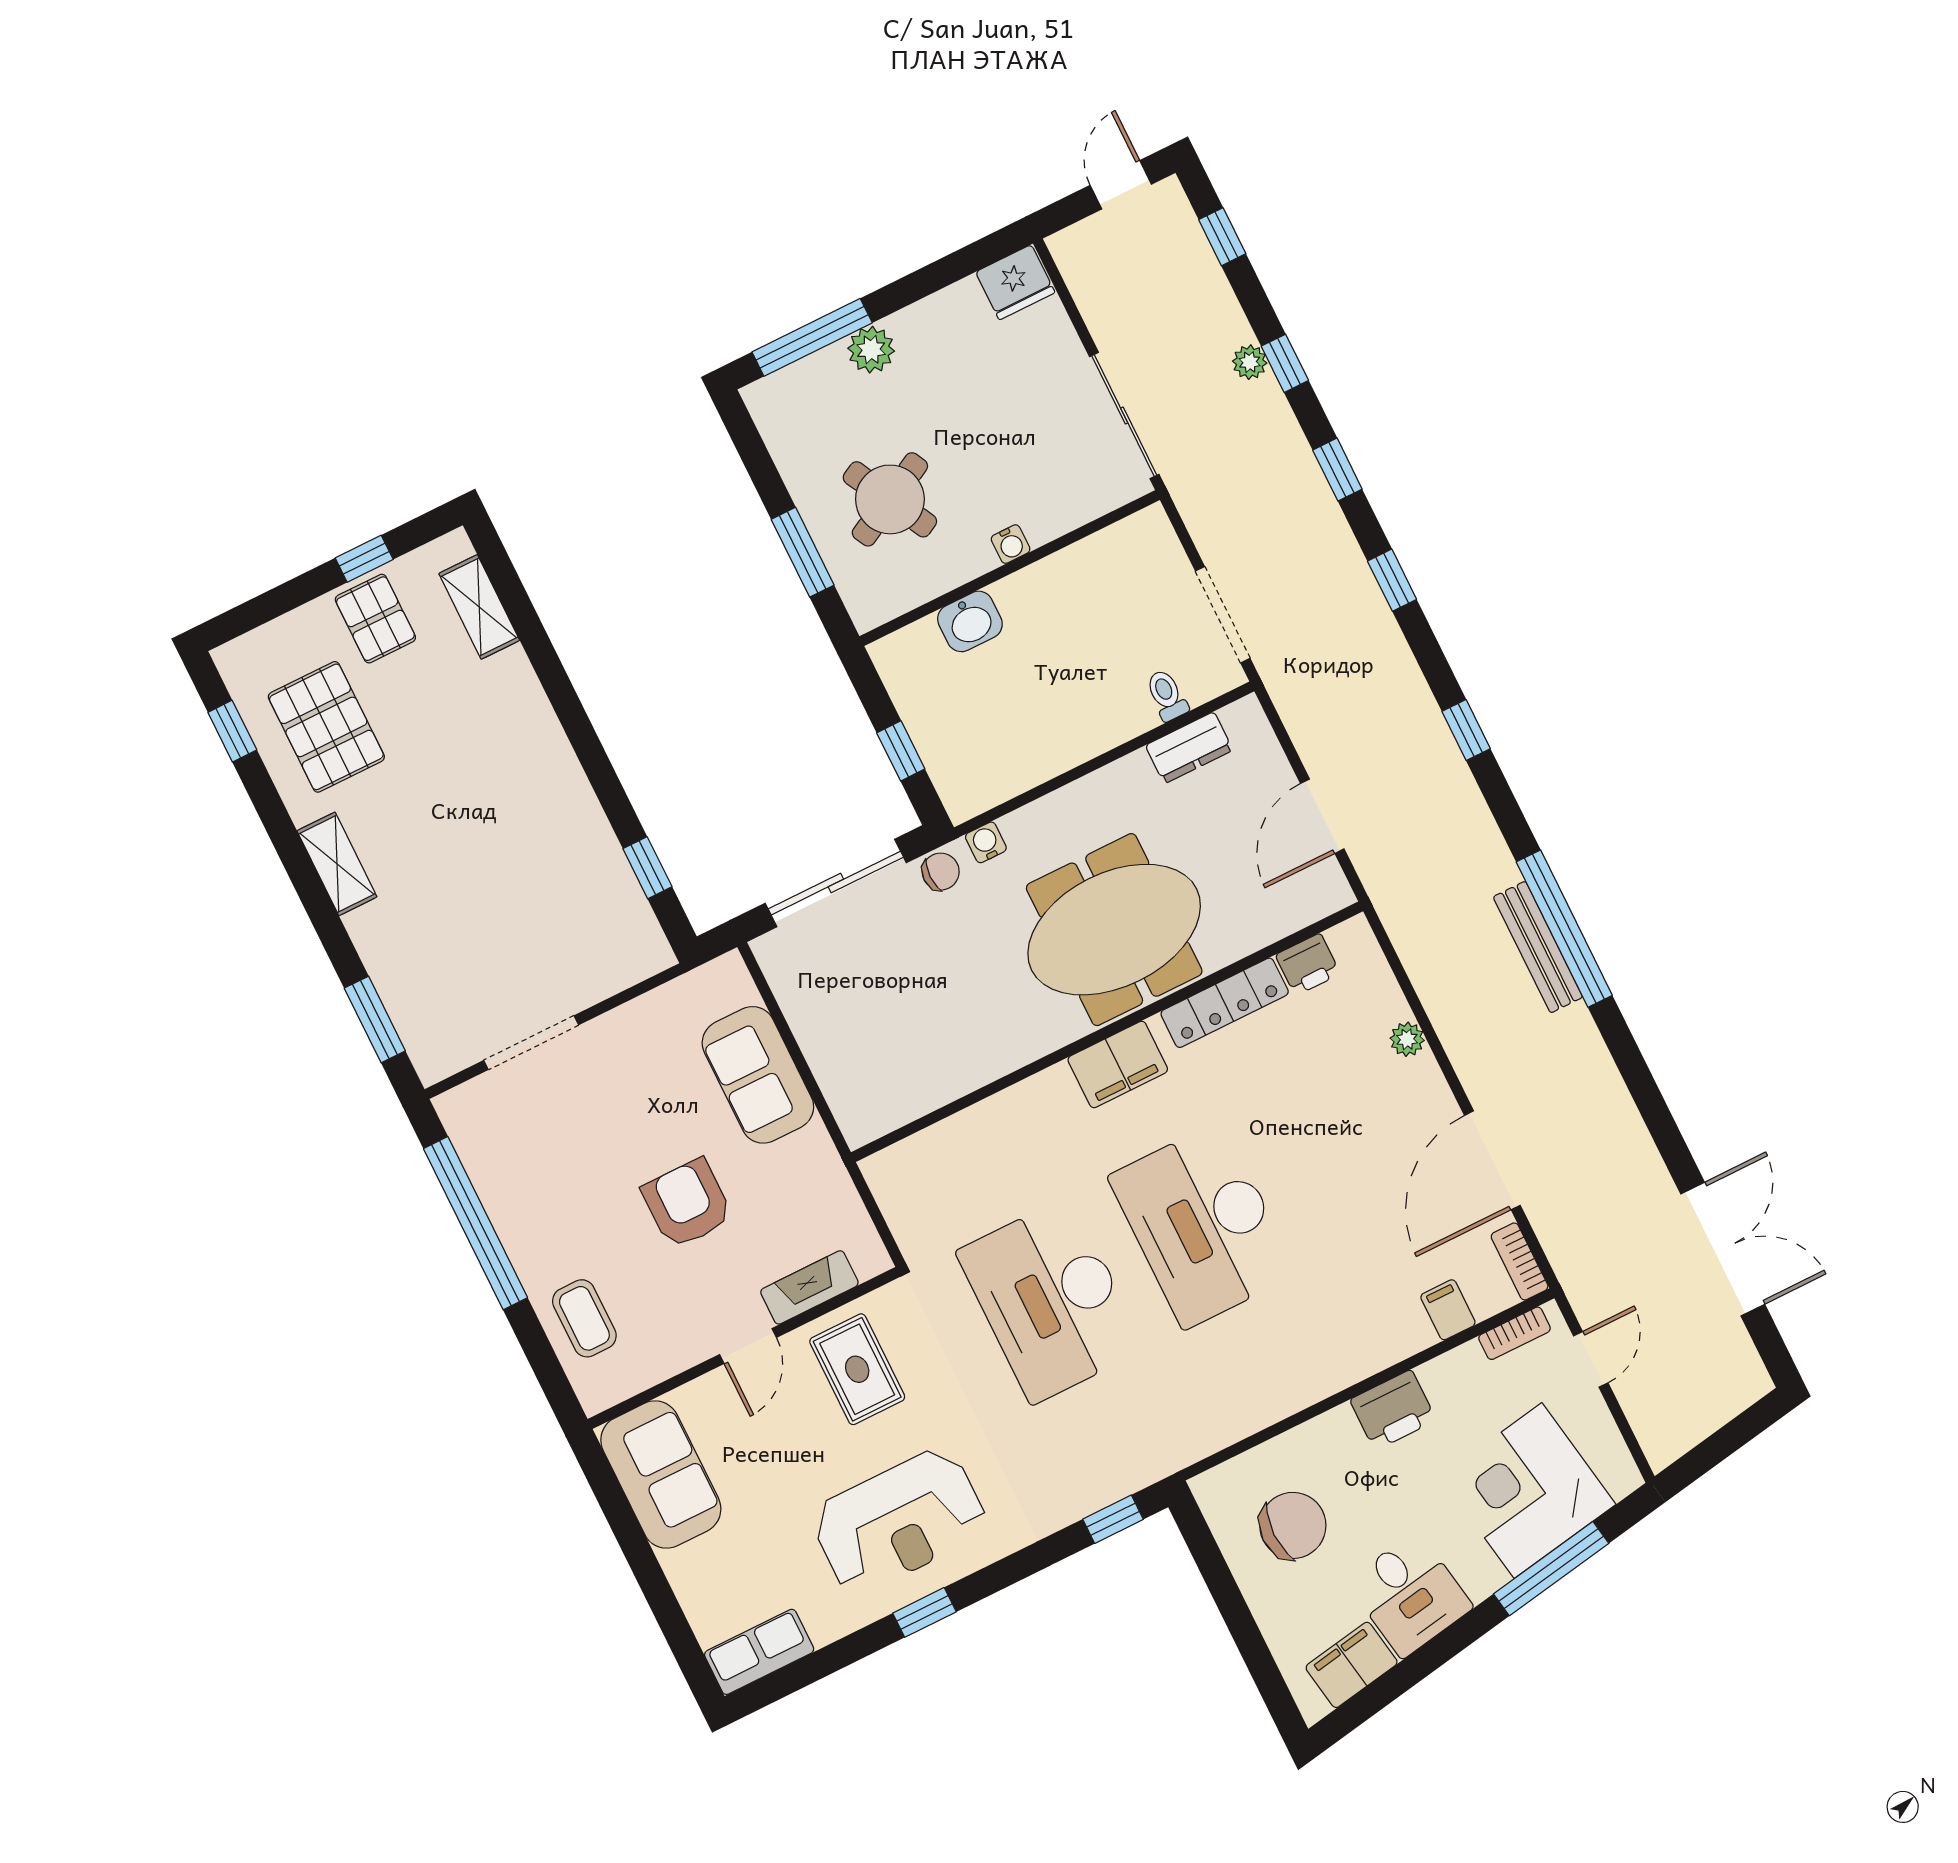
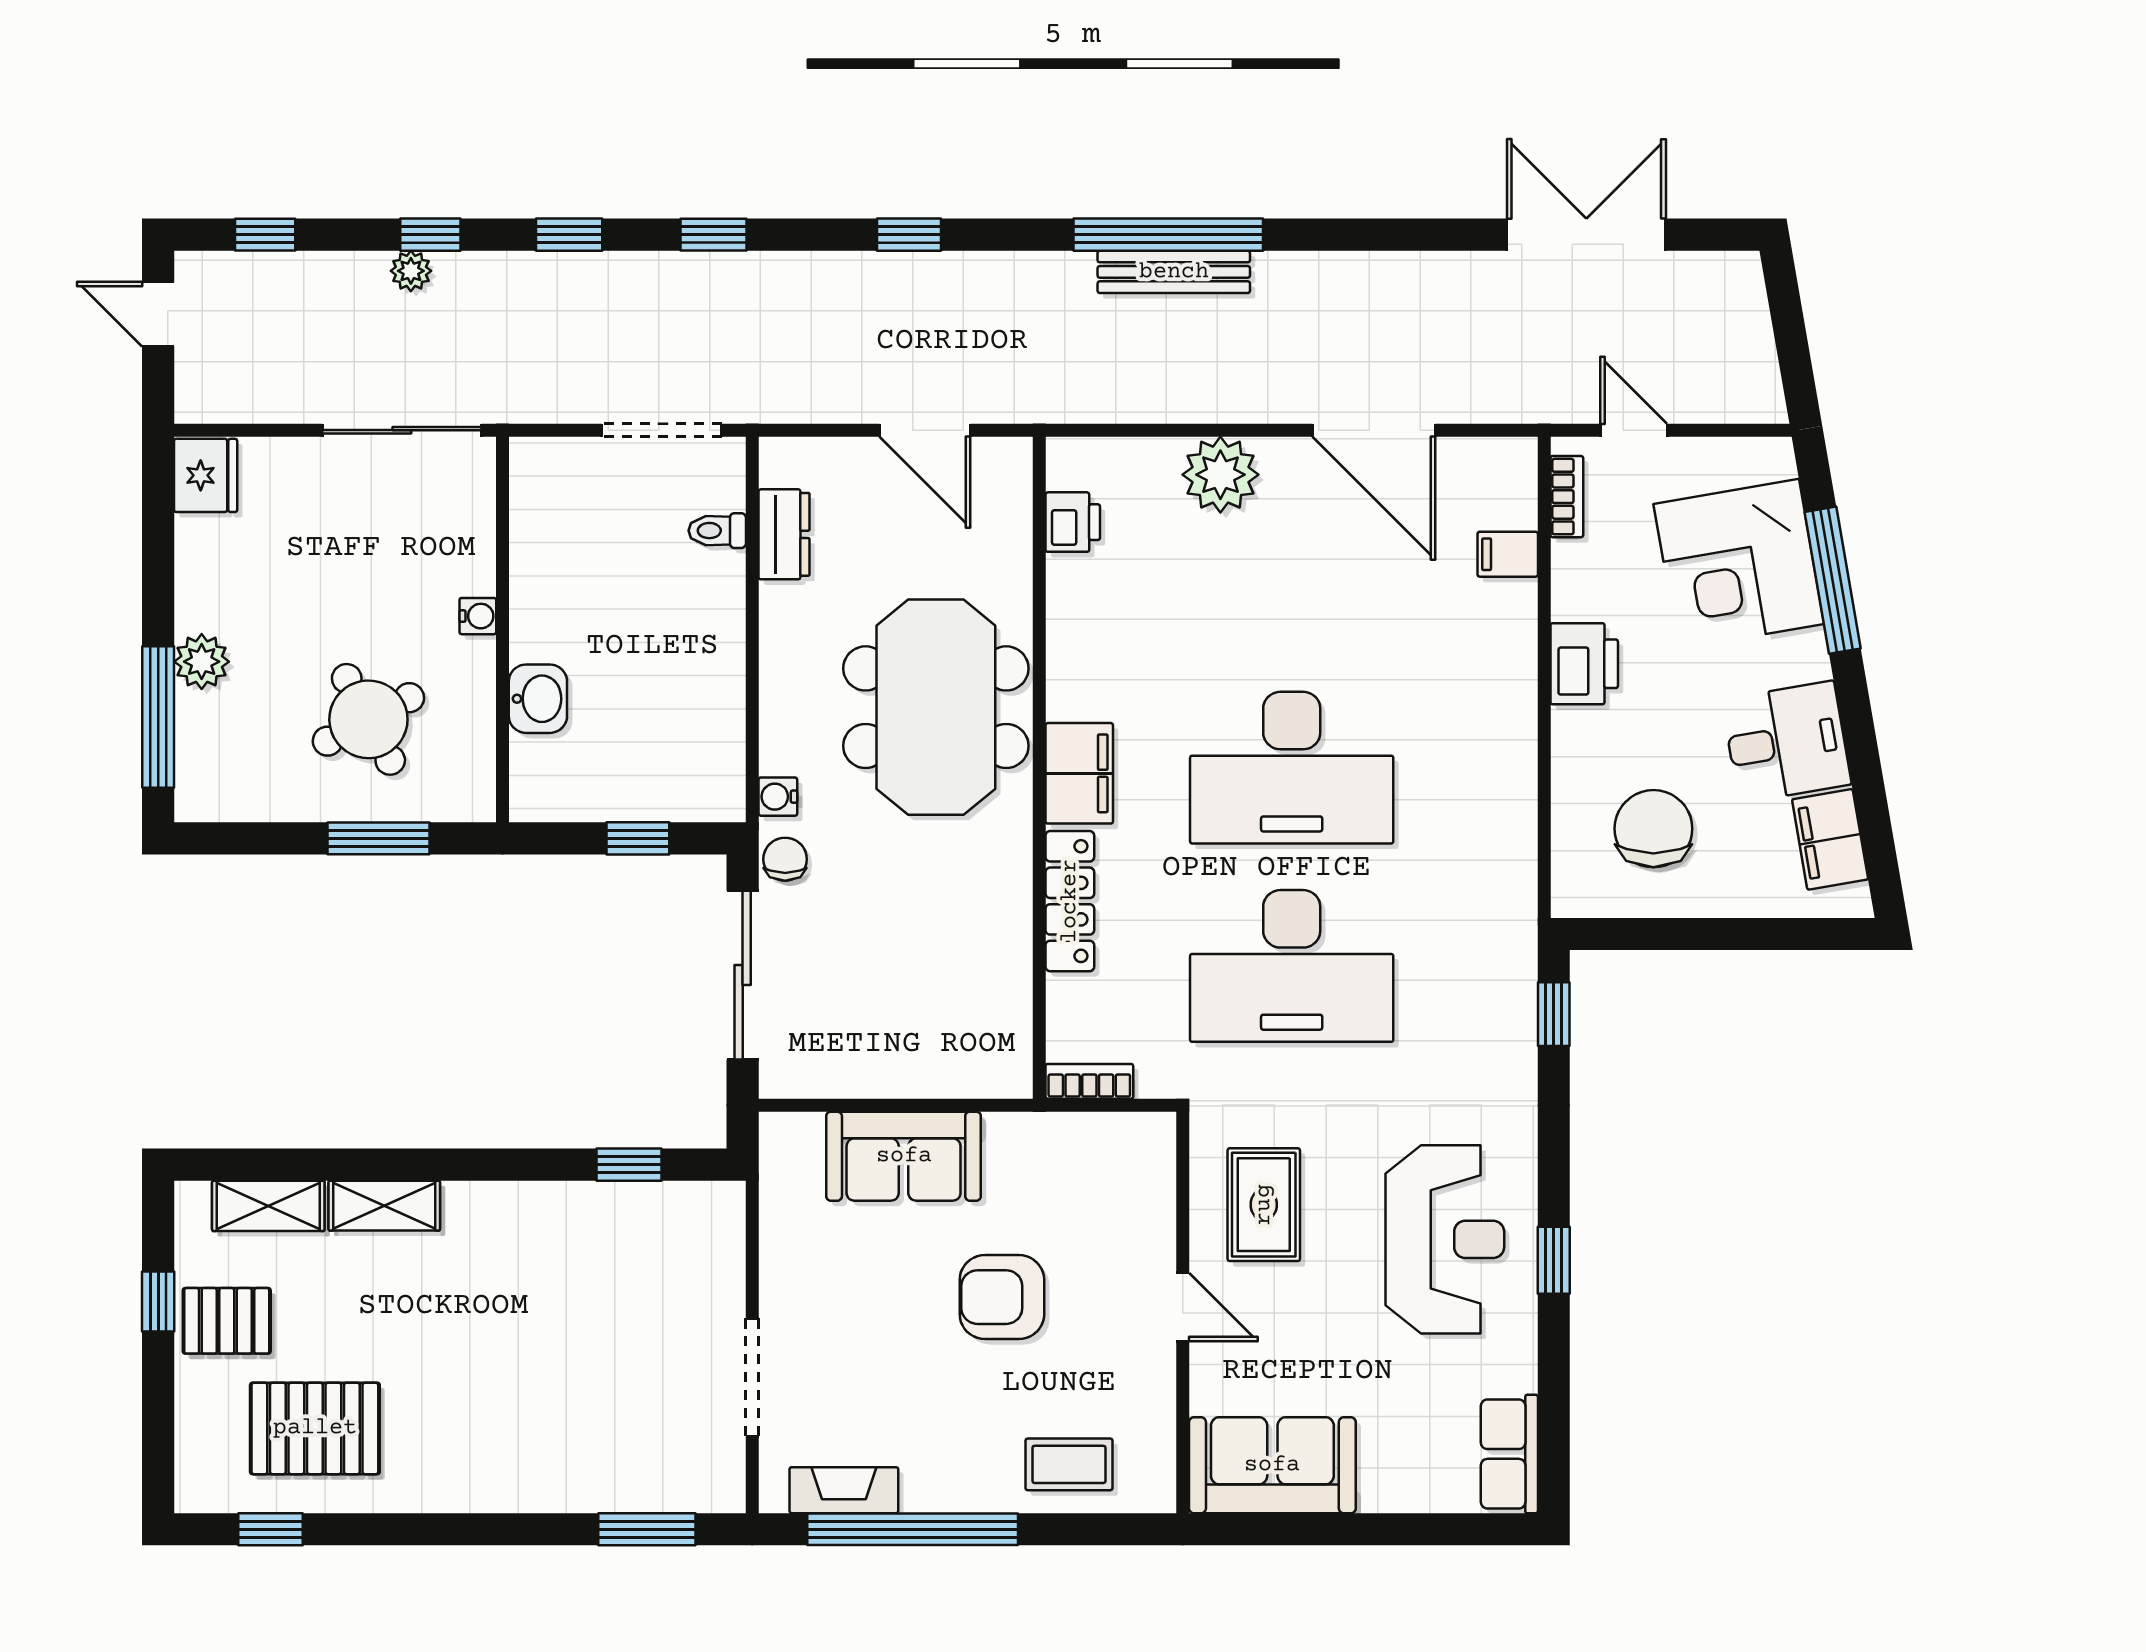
shelving: (337, 864) -> (384, 1206), moved
locker: (1225, 1003) -> (1070, 901), moved
plant: (1407, 1039) -> (1220, 475), width x1.88, depth x1.88
bookcase: (1520, 1261) -> (1089, 1081), moved, turned 180
fireplace: (809, 1287) -> (844, 1490), moved, turned 90
rug: (857, 1369) -> (1264, 1205), turned 90

